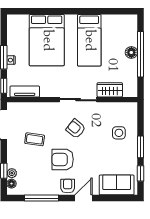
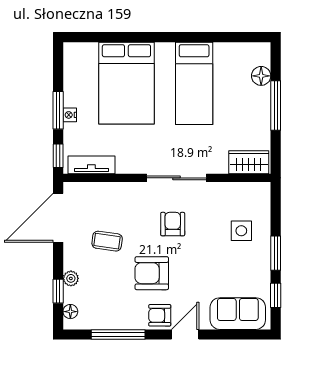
floor lamp: (131, 52) -> (261, 76), moved
window: (140, 54) -> (276, 106), width x0.68
wardrobe: (110, 90) -> (249, 162), moved
armchair: (76, 129) -> (173, 224), turned 51
plant: (12, 173) -> (71, 278), moved
armchair: (68, 186) -> (160, 315), turned -90

